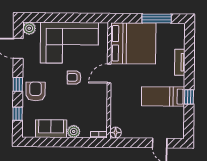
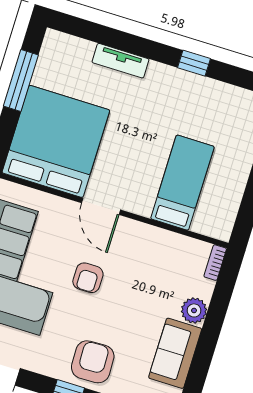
armchair: (36, 91) -> (93, 362), turned 88
bed: (163, 96) -> (182, 183), moved, turned 180
floor lamp: (116, 133) -> (221, 229), removed

